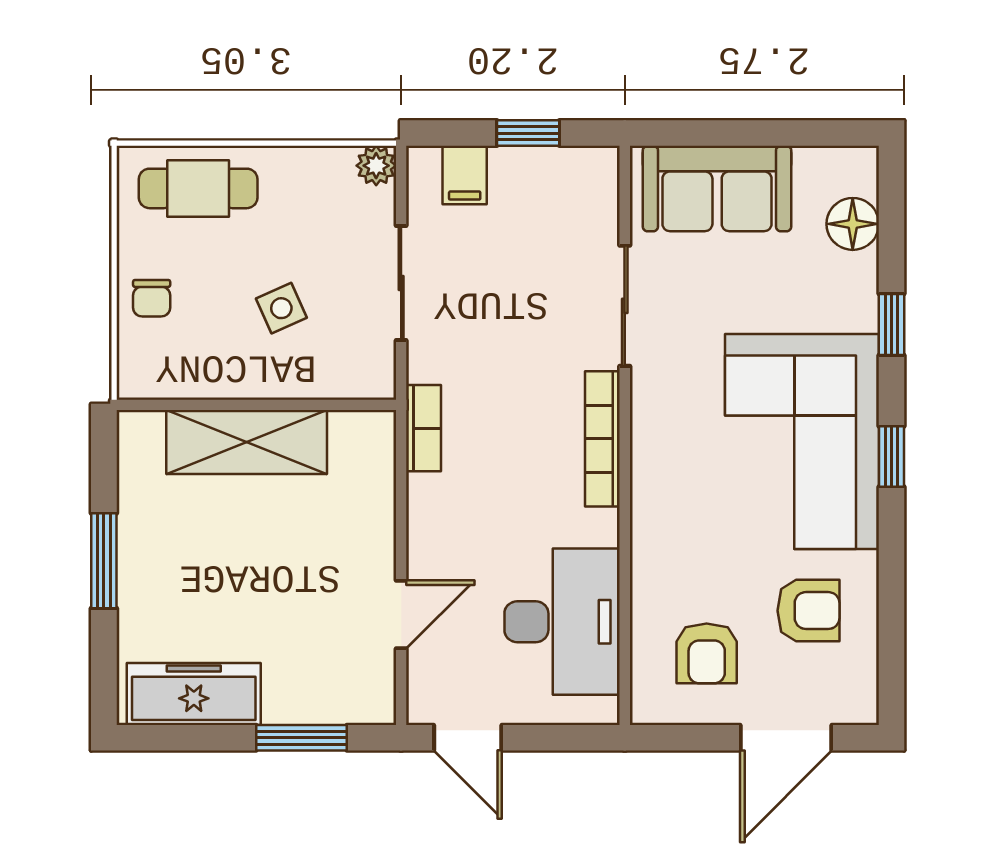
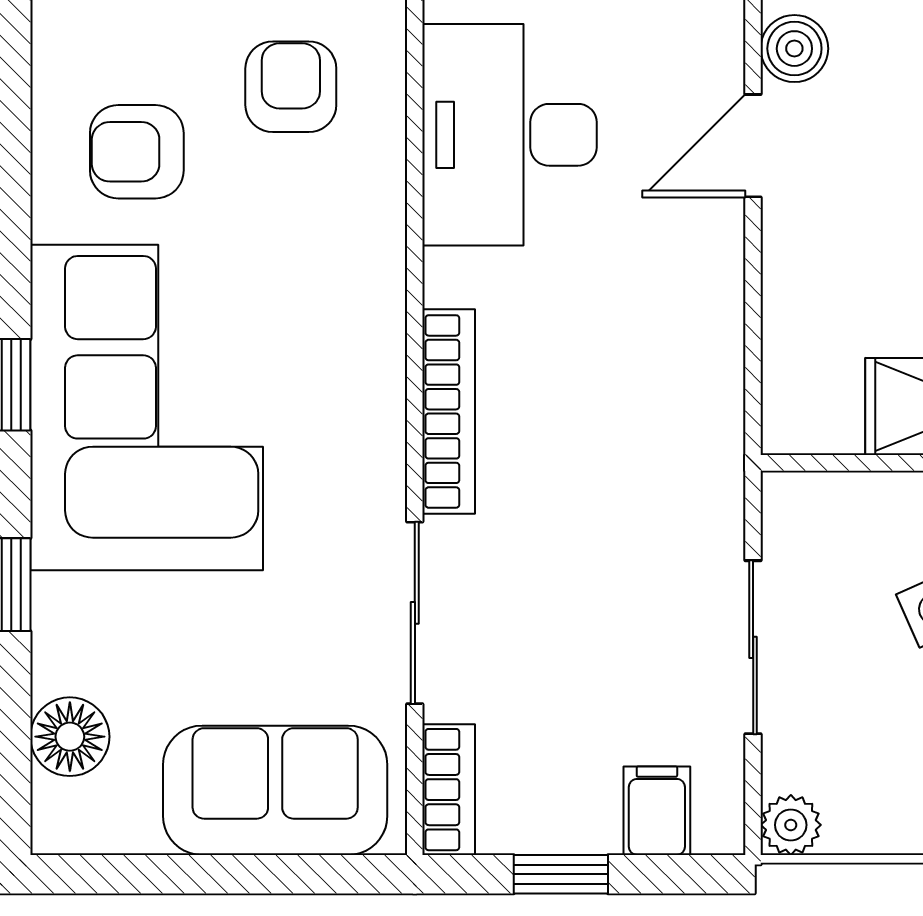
bookcase: (424, 428) -> (449, 790), moved, turned 180
boiler: (374, 679) -> (794, 49), added

